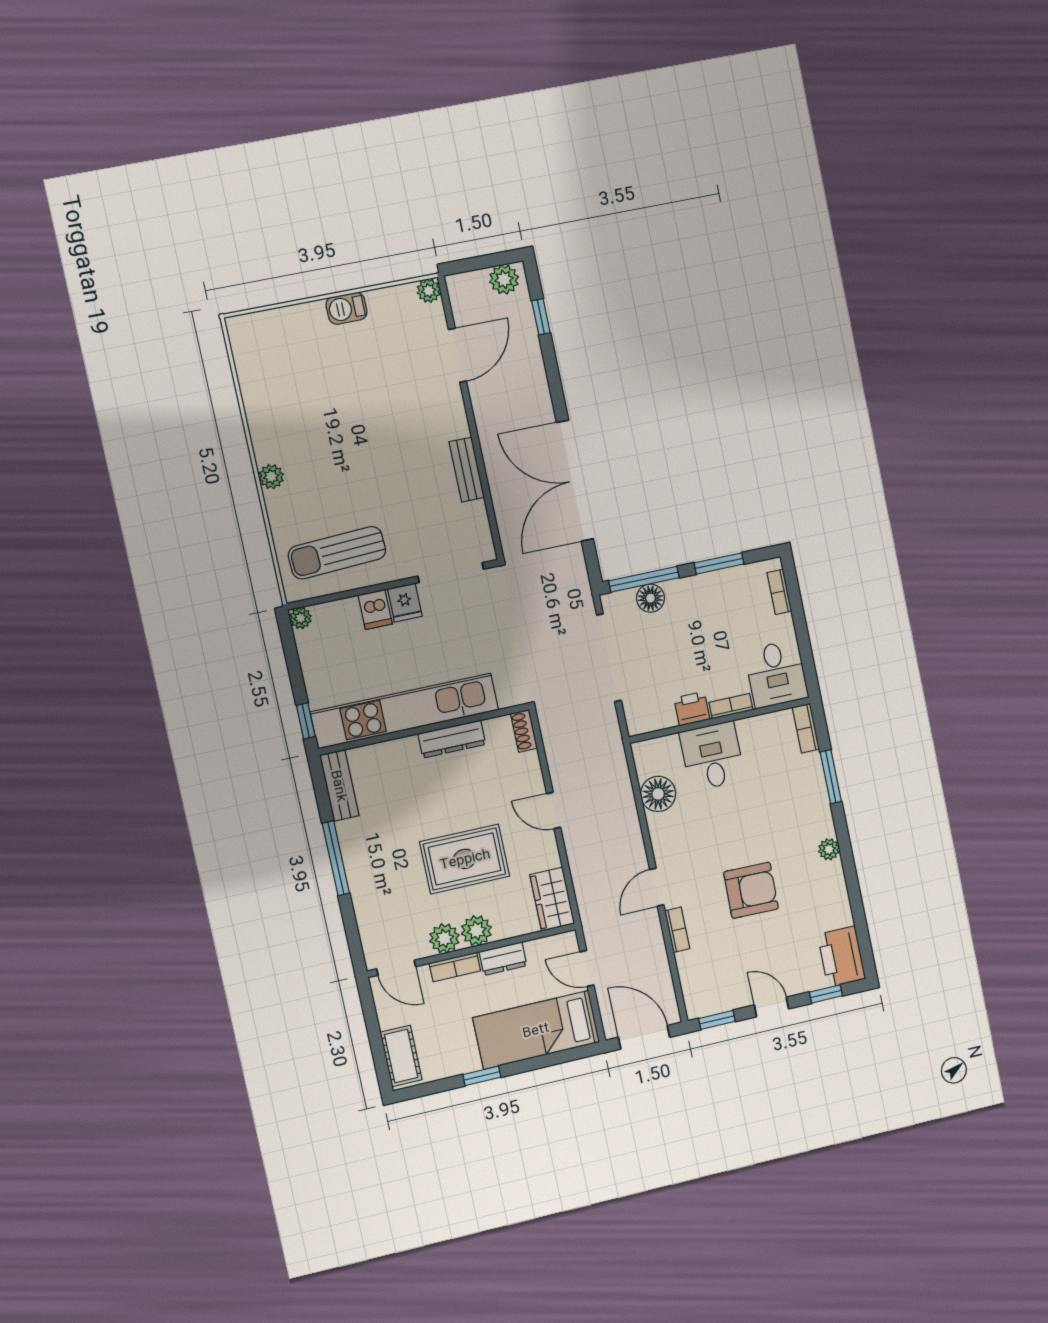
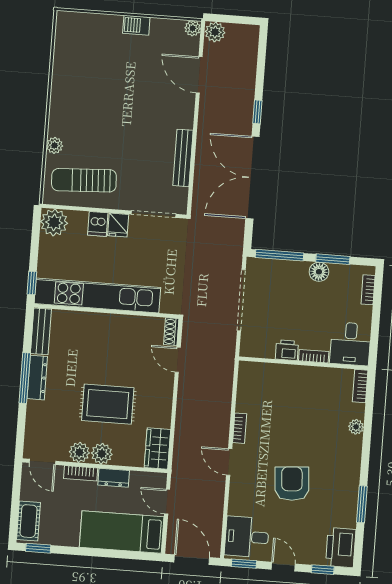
plant: (504, 279) -> (215, 32), moved
window: (541, 317) -> (257, 112), moved
door: (457, 355) -> (199, 75), swing flipped
bench: (467, 470) -> (183, 158), width x1.36
plant: (271, 477) -> (54, 145), moved
floor lamp: (651, 598) -> (319, 272), moved
plant: (301, 618) -> (54, 222), width x1.87, depth x1.87
dresser: (452, 739) -> (37, 378), moved, turned -90
desk: (712, 756) -> (247, 537), moved, turned -90
window: (831, 777) -> (362, 504), moved
floor lamp: (658, 794) -> (248, 400), removed
door: (554, 810) -> (178, 360), moved
plant: (829, 849) -> (356, 427), moved
door: (657, 887) -> (229, 462), hinge flipped
armchair: (751, 890) -> (292, 484), turned -95
bookcase: (677, 930) -> (240, 428), moved
window: (482, 1076) -> (38, 548), moved

